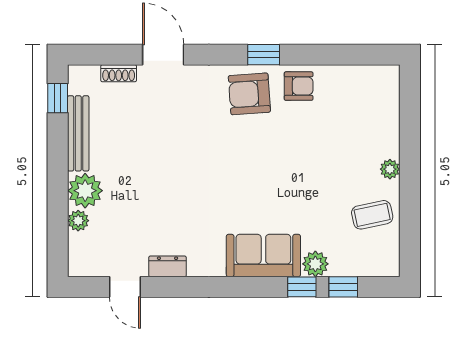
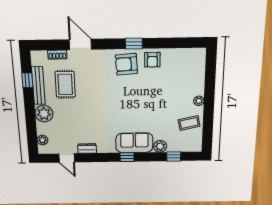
armchair: (299, 86) -> (152, 60), turned 90
window: (58, 98) -> (27, 80), moved
rug: (130, 132) -> (65, 84), added
plant: (78, 221) -> (42, 140), moved
window: (302, 287) -> (127, 157), moved

